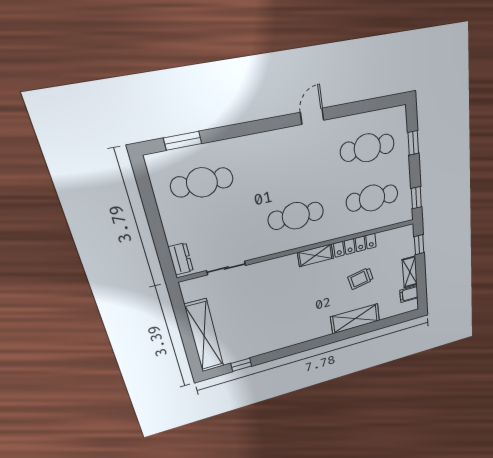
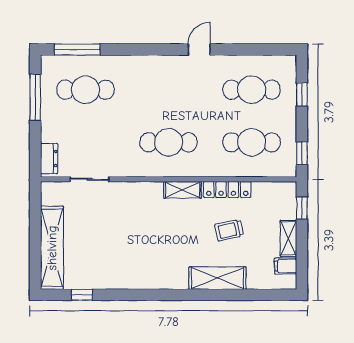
window: (183, 141) -> (77, 49), width x1.44
window: (149, 202) -> (35, 97), added

